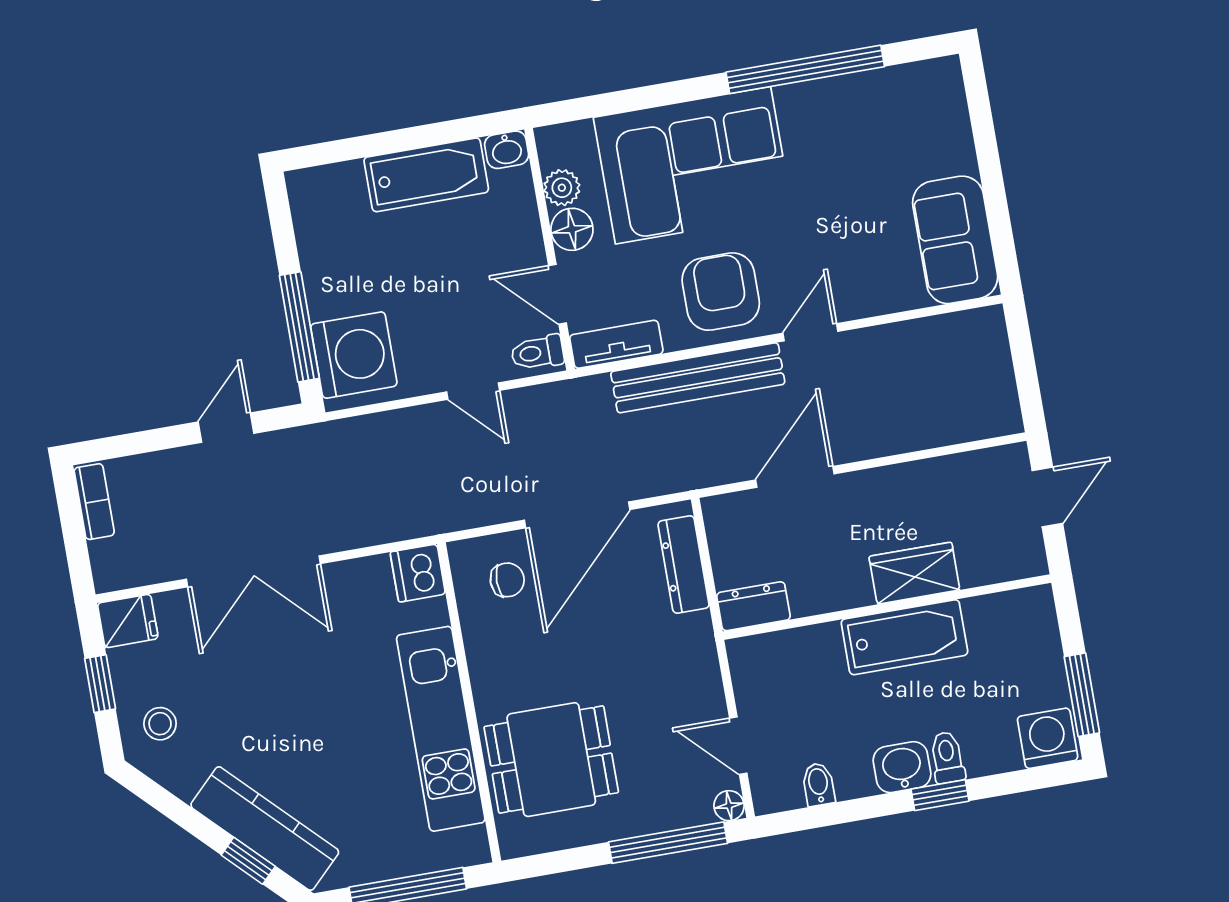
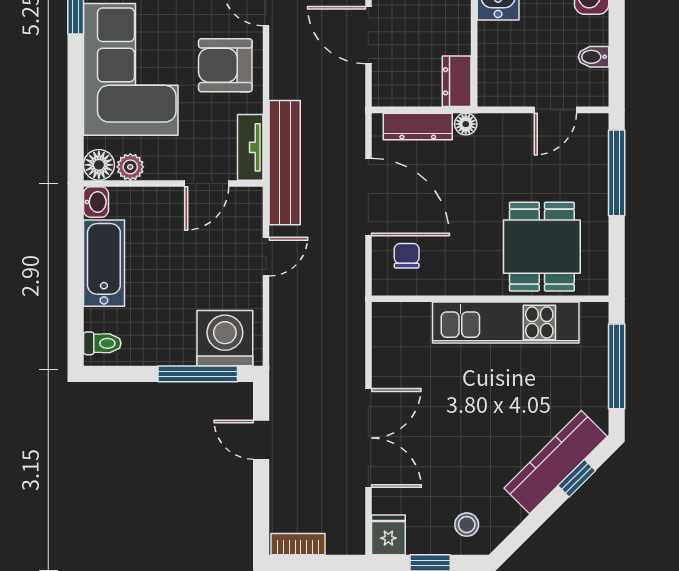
floor lamp: (572, 229) -> (99, 165), moved
toilet: (537, 353) -> (102, 343), moved, turned -90
bench: (698, 378) -> (285, 163), moved
dishwasher: (418, 573) -> (390, 319), removed
floor lamp: (729, 806) -> (466, 124), moved

